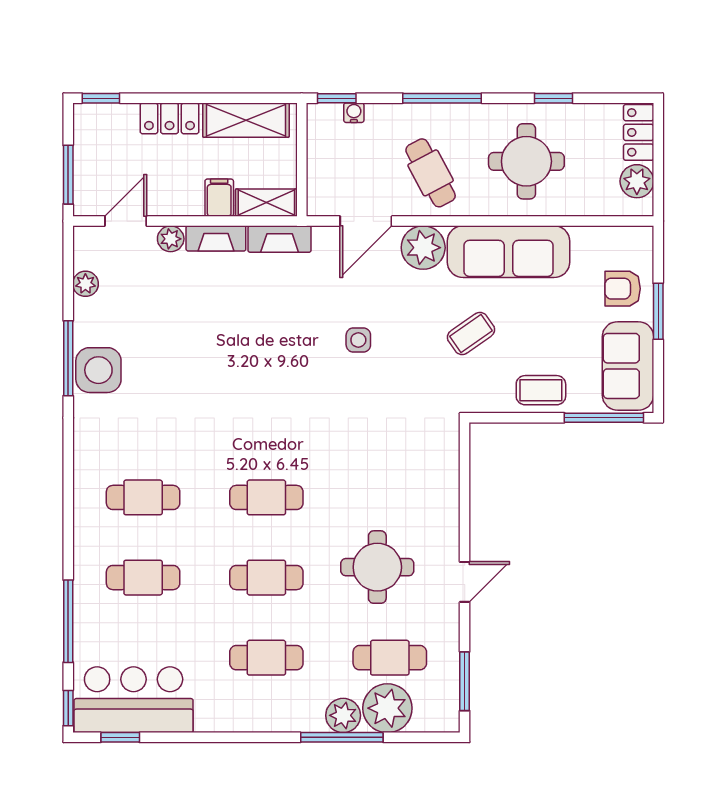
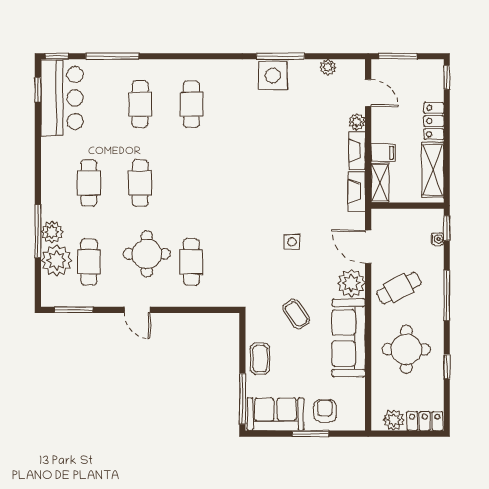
cafe table: (266, 497) -> (191, 262), moved

